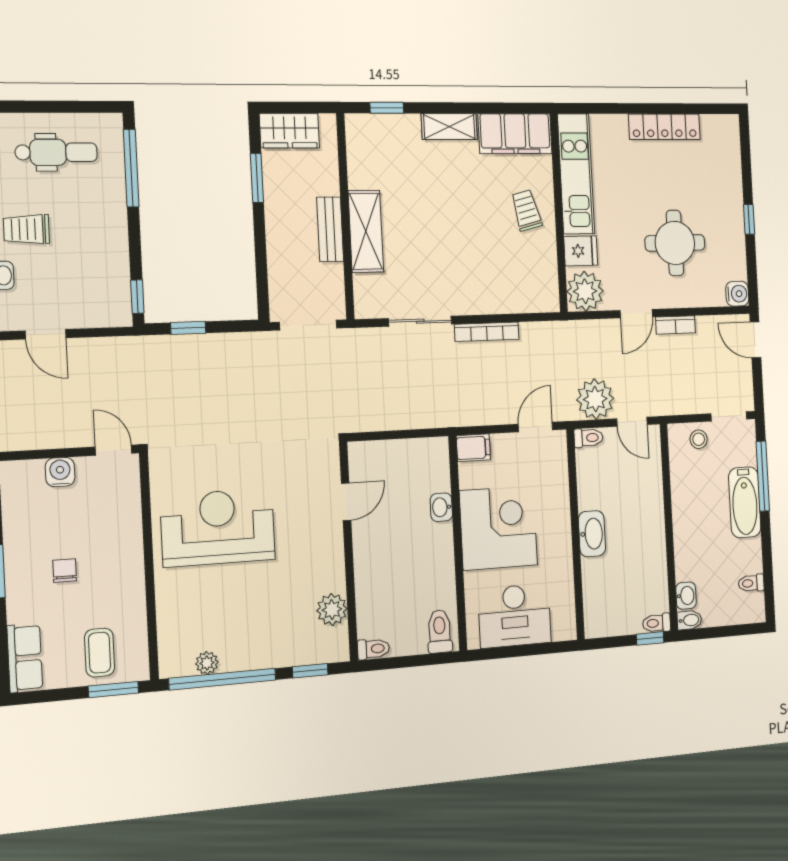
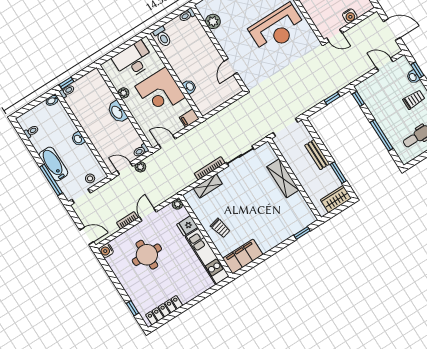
shelving: (449, 127) -> (208, 186), moved
locker: (664, 127) -> (164, 310), moved
window: (131, 168) -> (382, 135), moved
window: (749, 219) -> (133, 308), moved
bench: (330, 229) -> (317, 155), moved
plant: (585, 291) -> (177, 204), width x0.53, depth x0.53
plant: (595, 399) -> (140, 167), width x0.53, depth x0.53
door: (535, 427) -> (167, 142), swing flipped
plant: (563, 563) -> (124, 93), added
washbasin: (686, 596) -> (78, 139), moved

